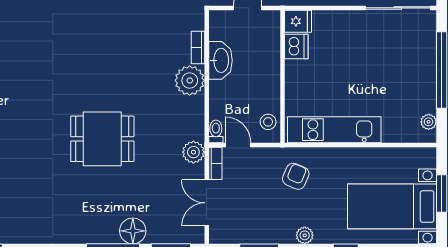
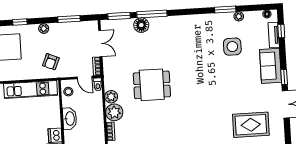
washbasin: (220, 60) -> (70, 119), moved, turned 180
dining table: (102, 139) -> (152, 85), moved
plant: (193, 152) -> (111, 97), moved

